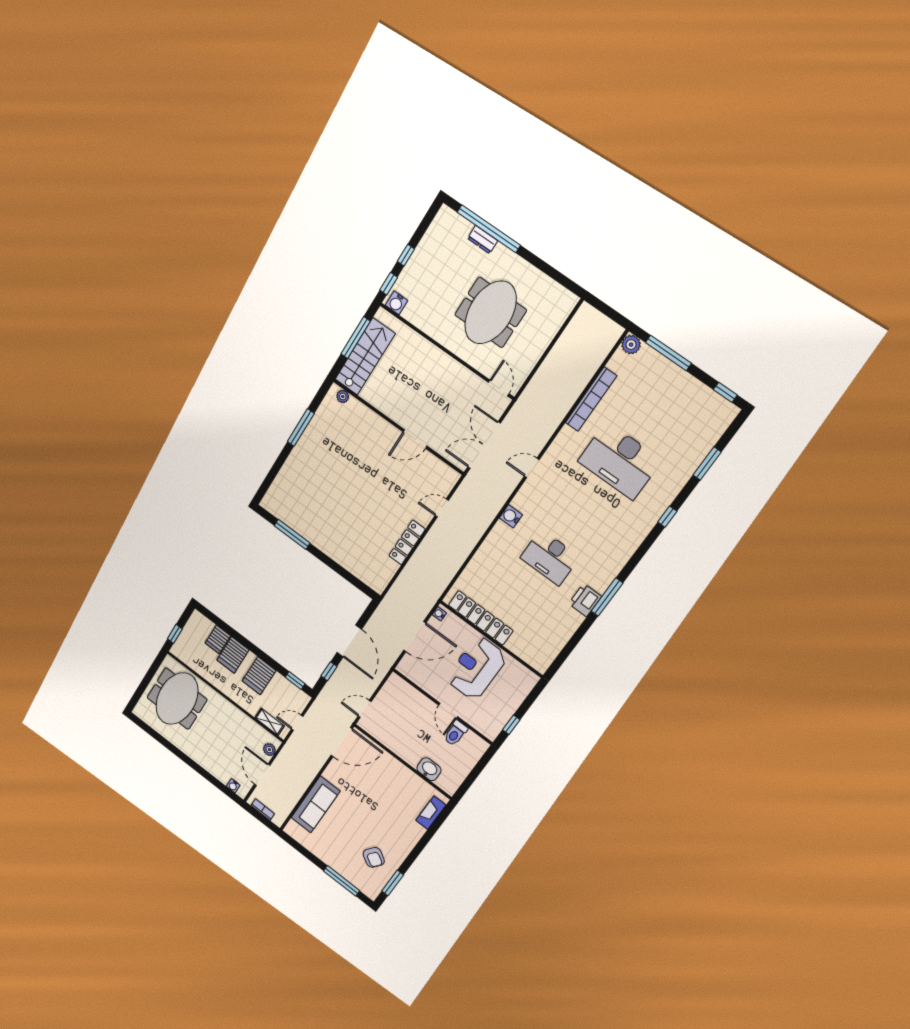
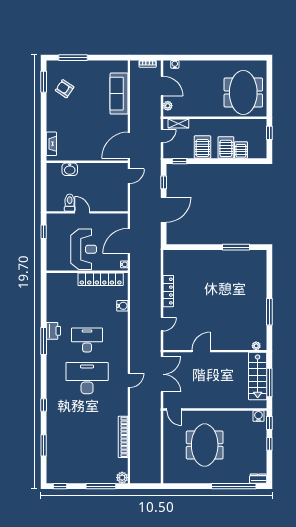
dresser: (483, 240) -> (258, 479), moved
desk: (620, 461) -> (87, 378), moved
water cooler: (511, 516) -> (122, 306), moved
door: (349, 641) -> (164, 210), swing flipped

